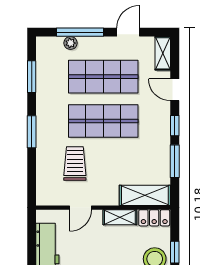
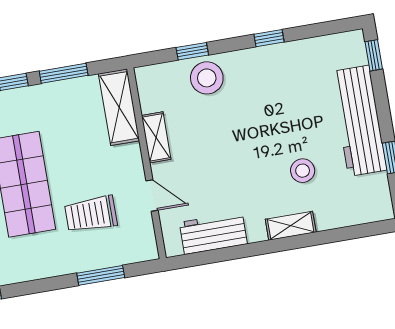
window: (32, 132) -> (101, 275), moved
locker: (154, 218) -> (149, 89), removed

